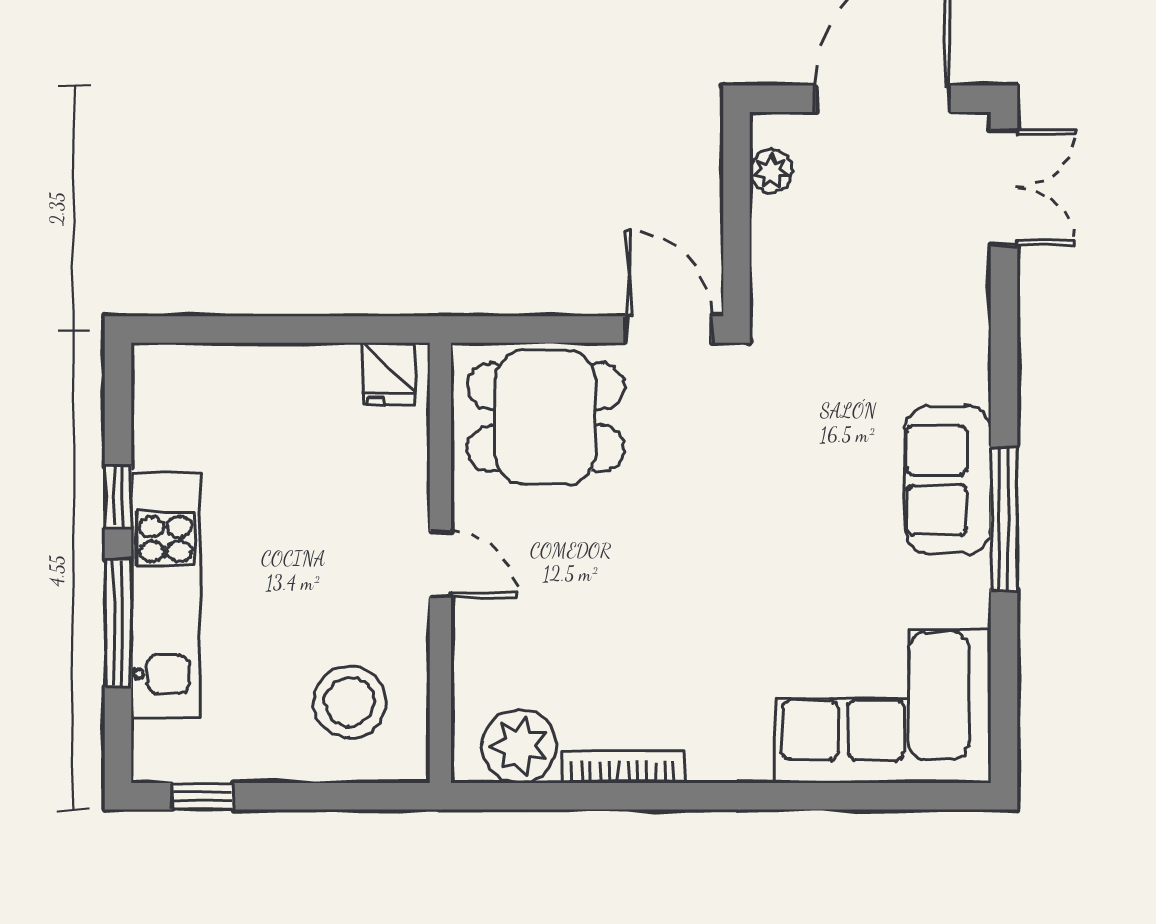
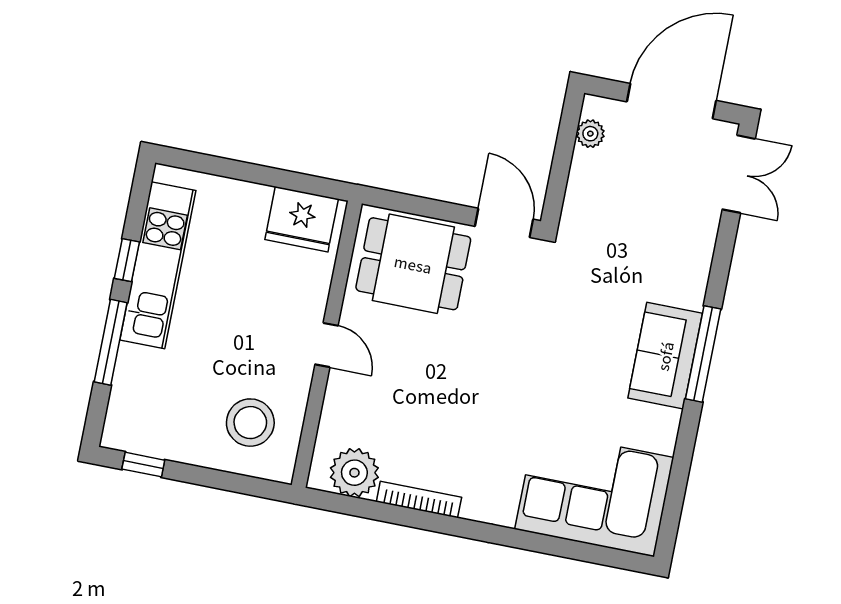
fridge: (389, 373) -> (302, 219), width x1.88, depth x1.34
window: (1004, 519) -> (703, 354), moved
kitchen unit: (166, 596) -> (158, 265), moved

